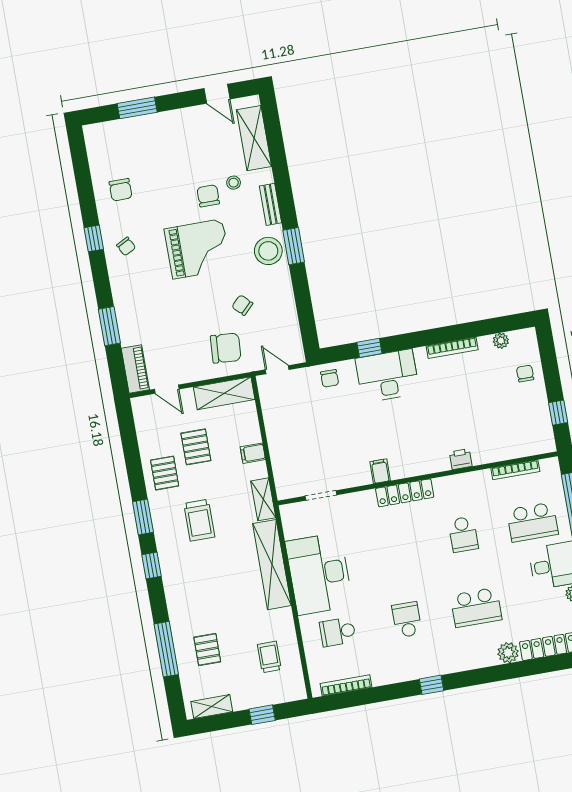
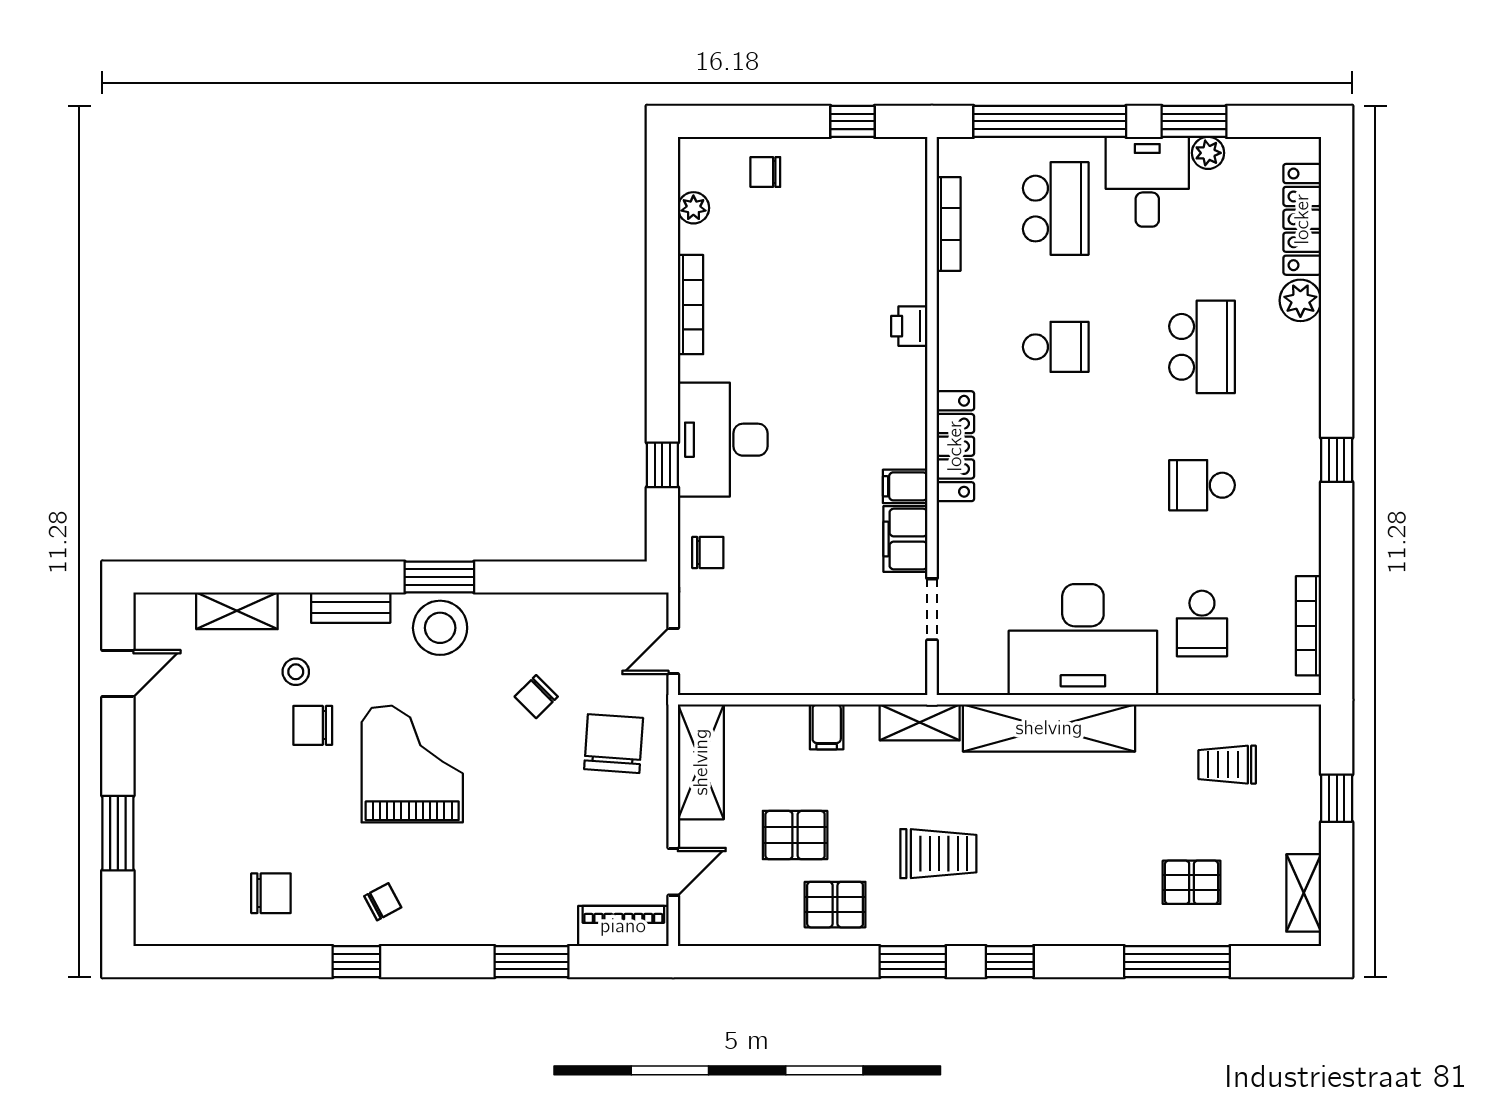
shelving: (254, 138) -> (237, 611), width x0.67, depth x0.75
filing cabinet: (354, 476) -> (905, 539), added

